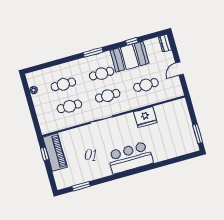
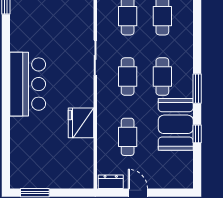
dresser: (165, 43) -> (111, 182), moved
window: (93, 52) -> (197, 89), moved

